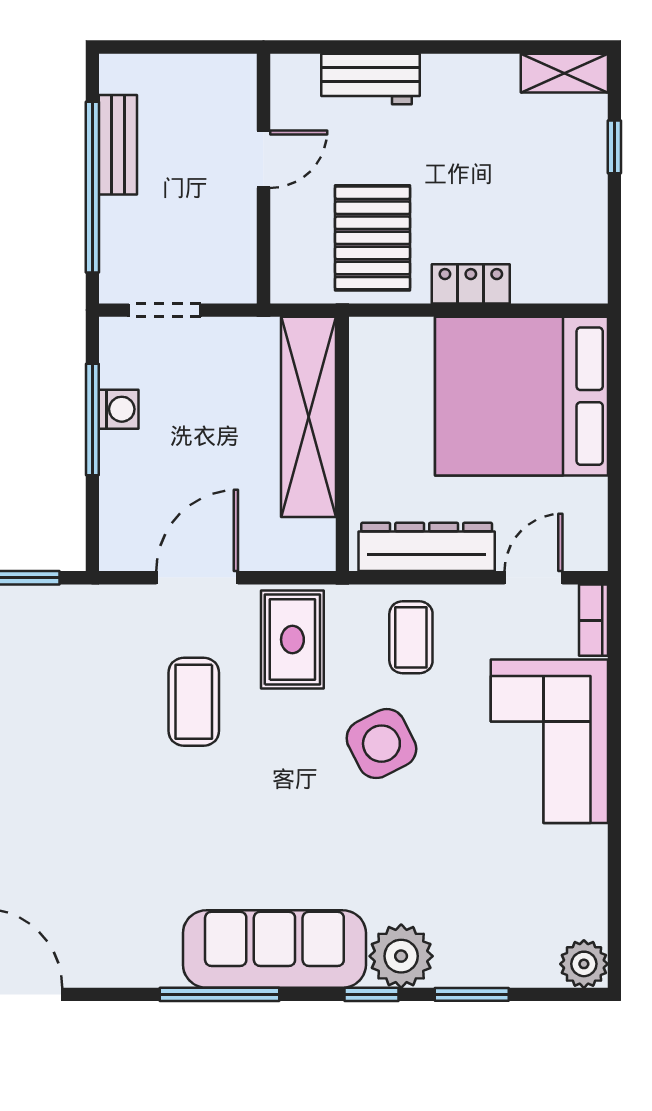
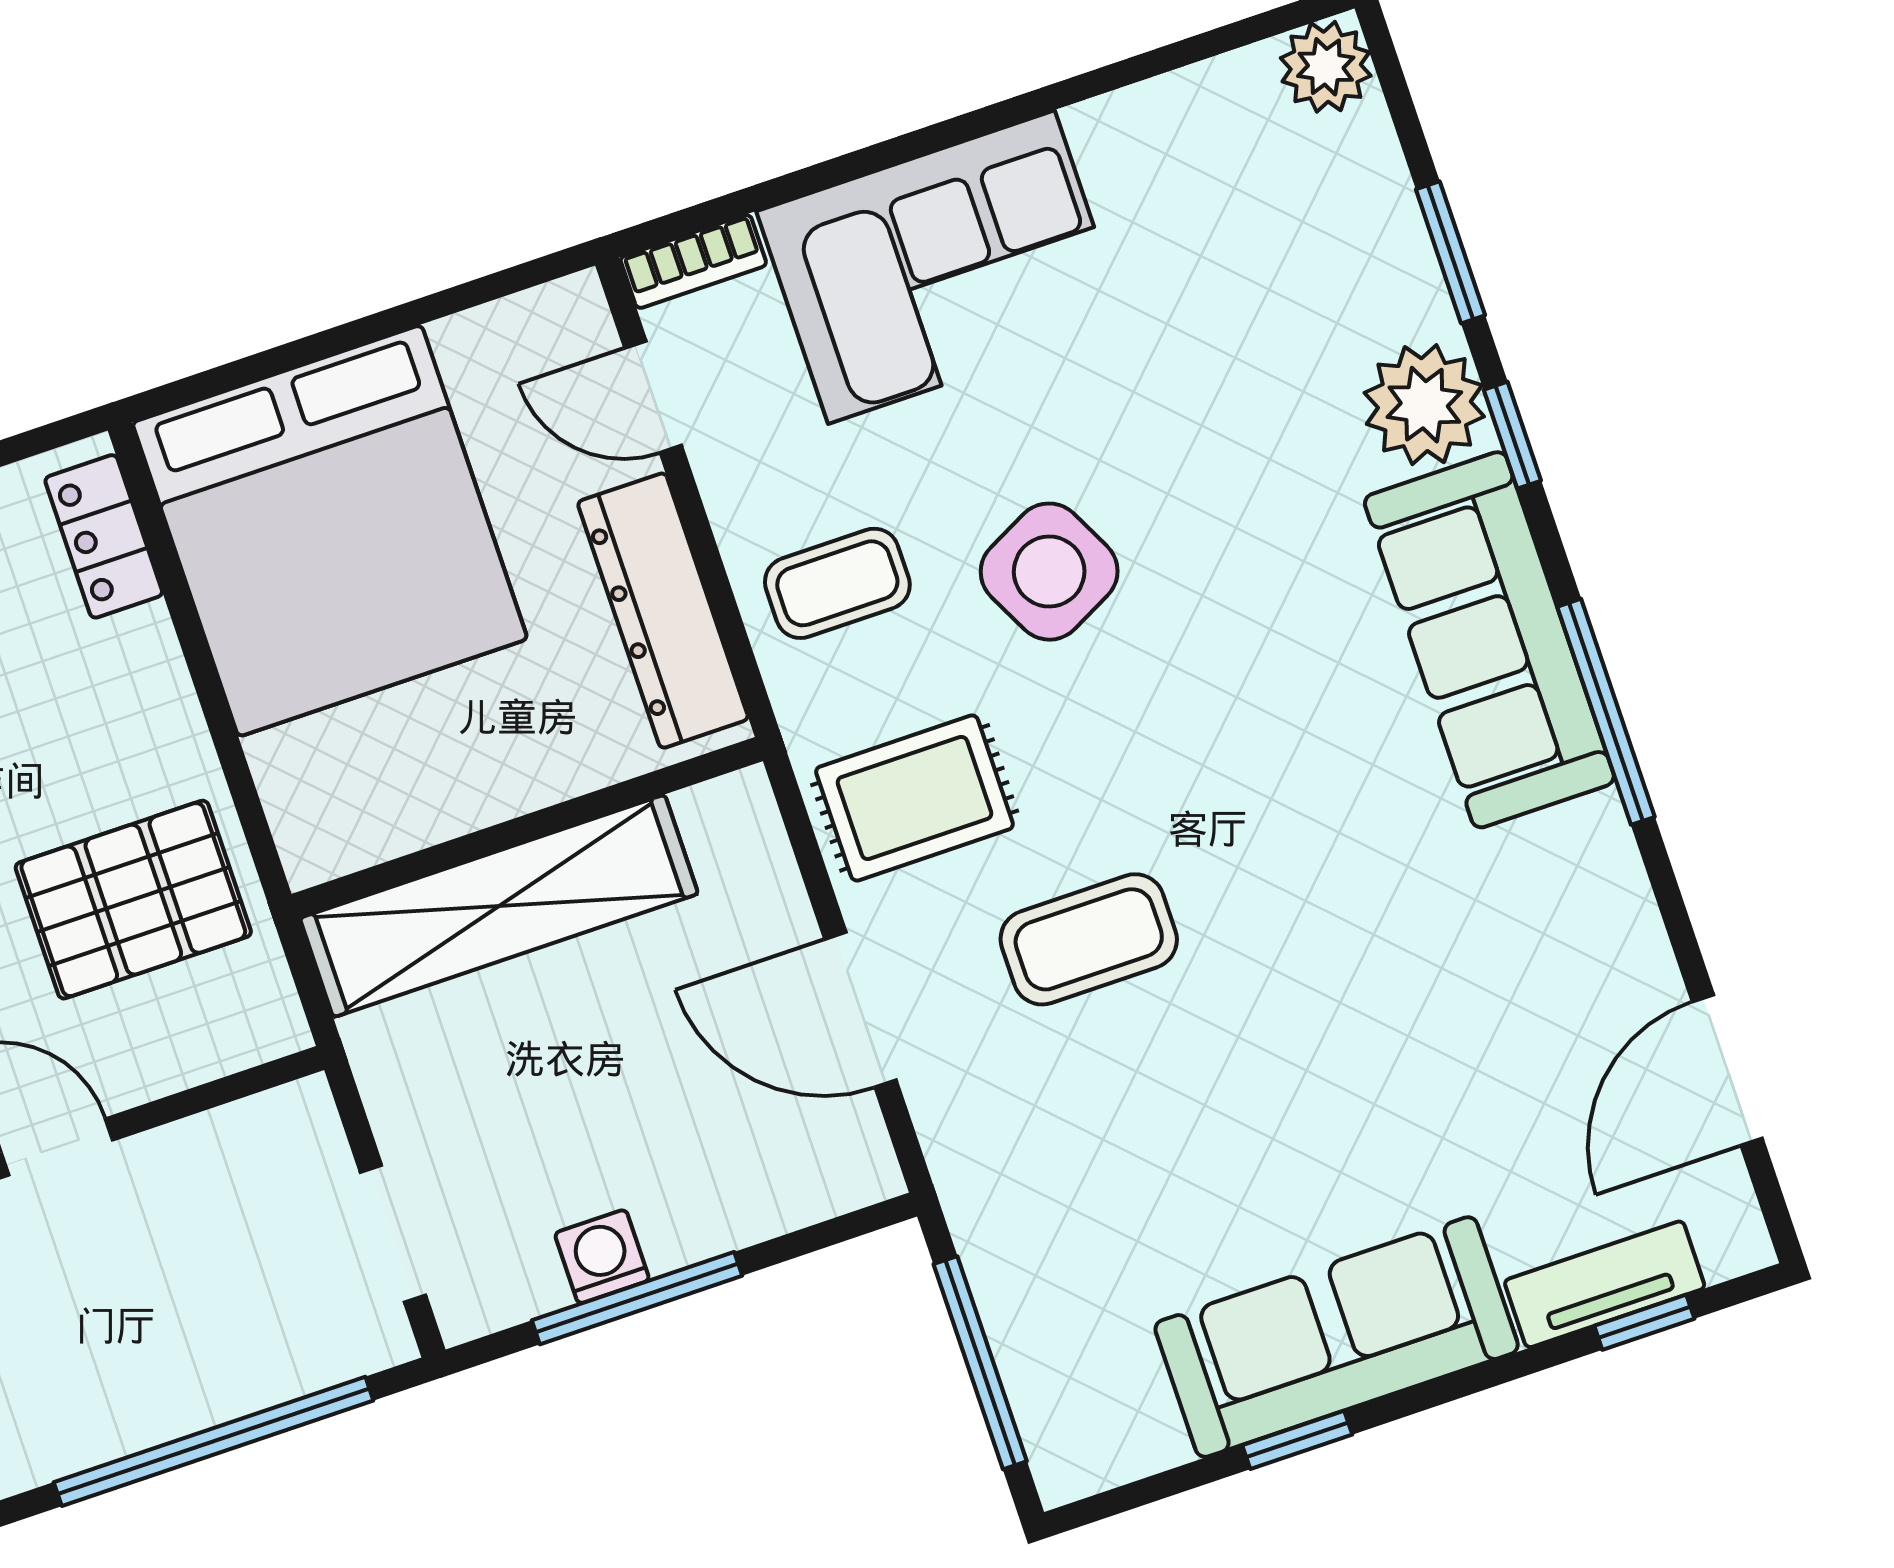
bench: (118, 145) -> (121, 1421), removed
locker: (471, 284) -> (104, 536), moved

